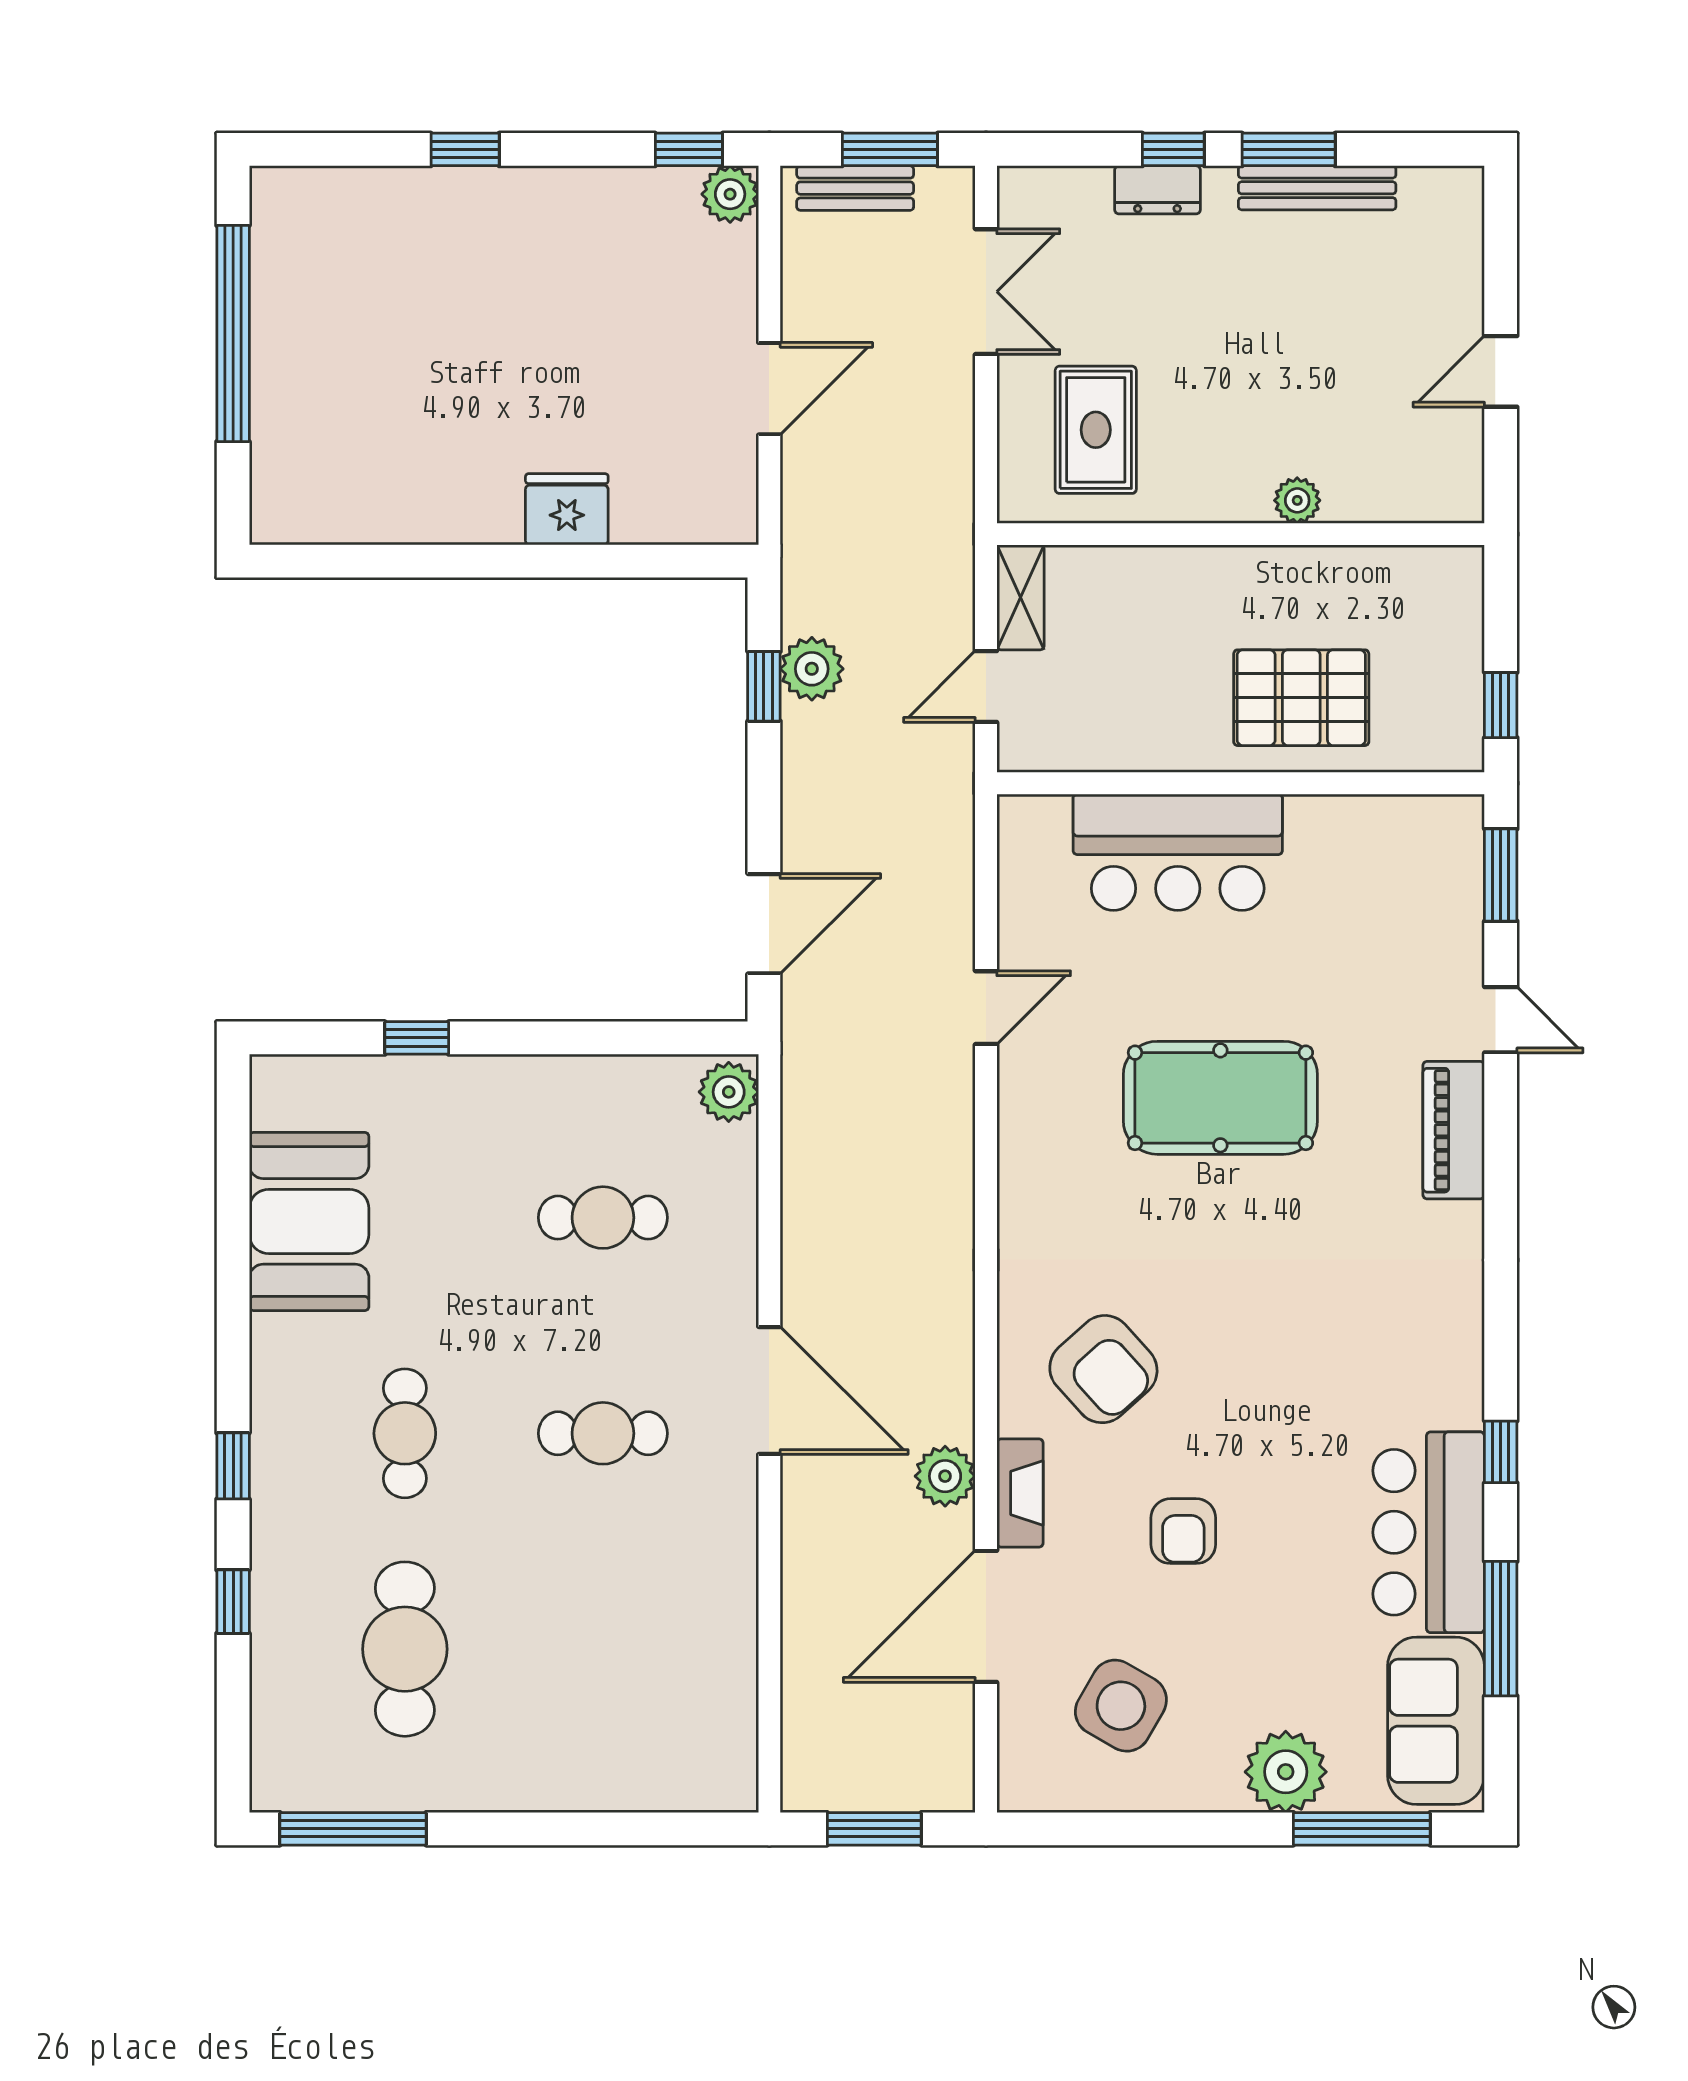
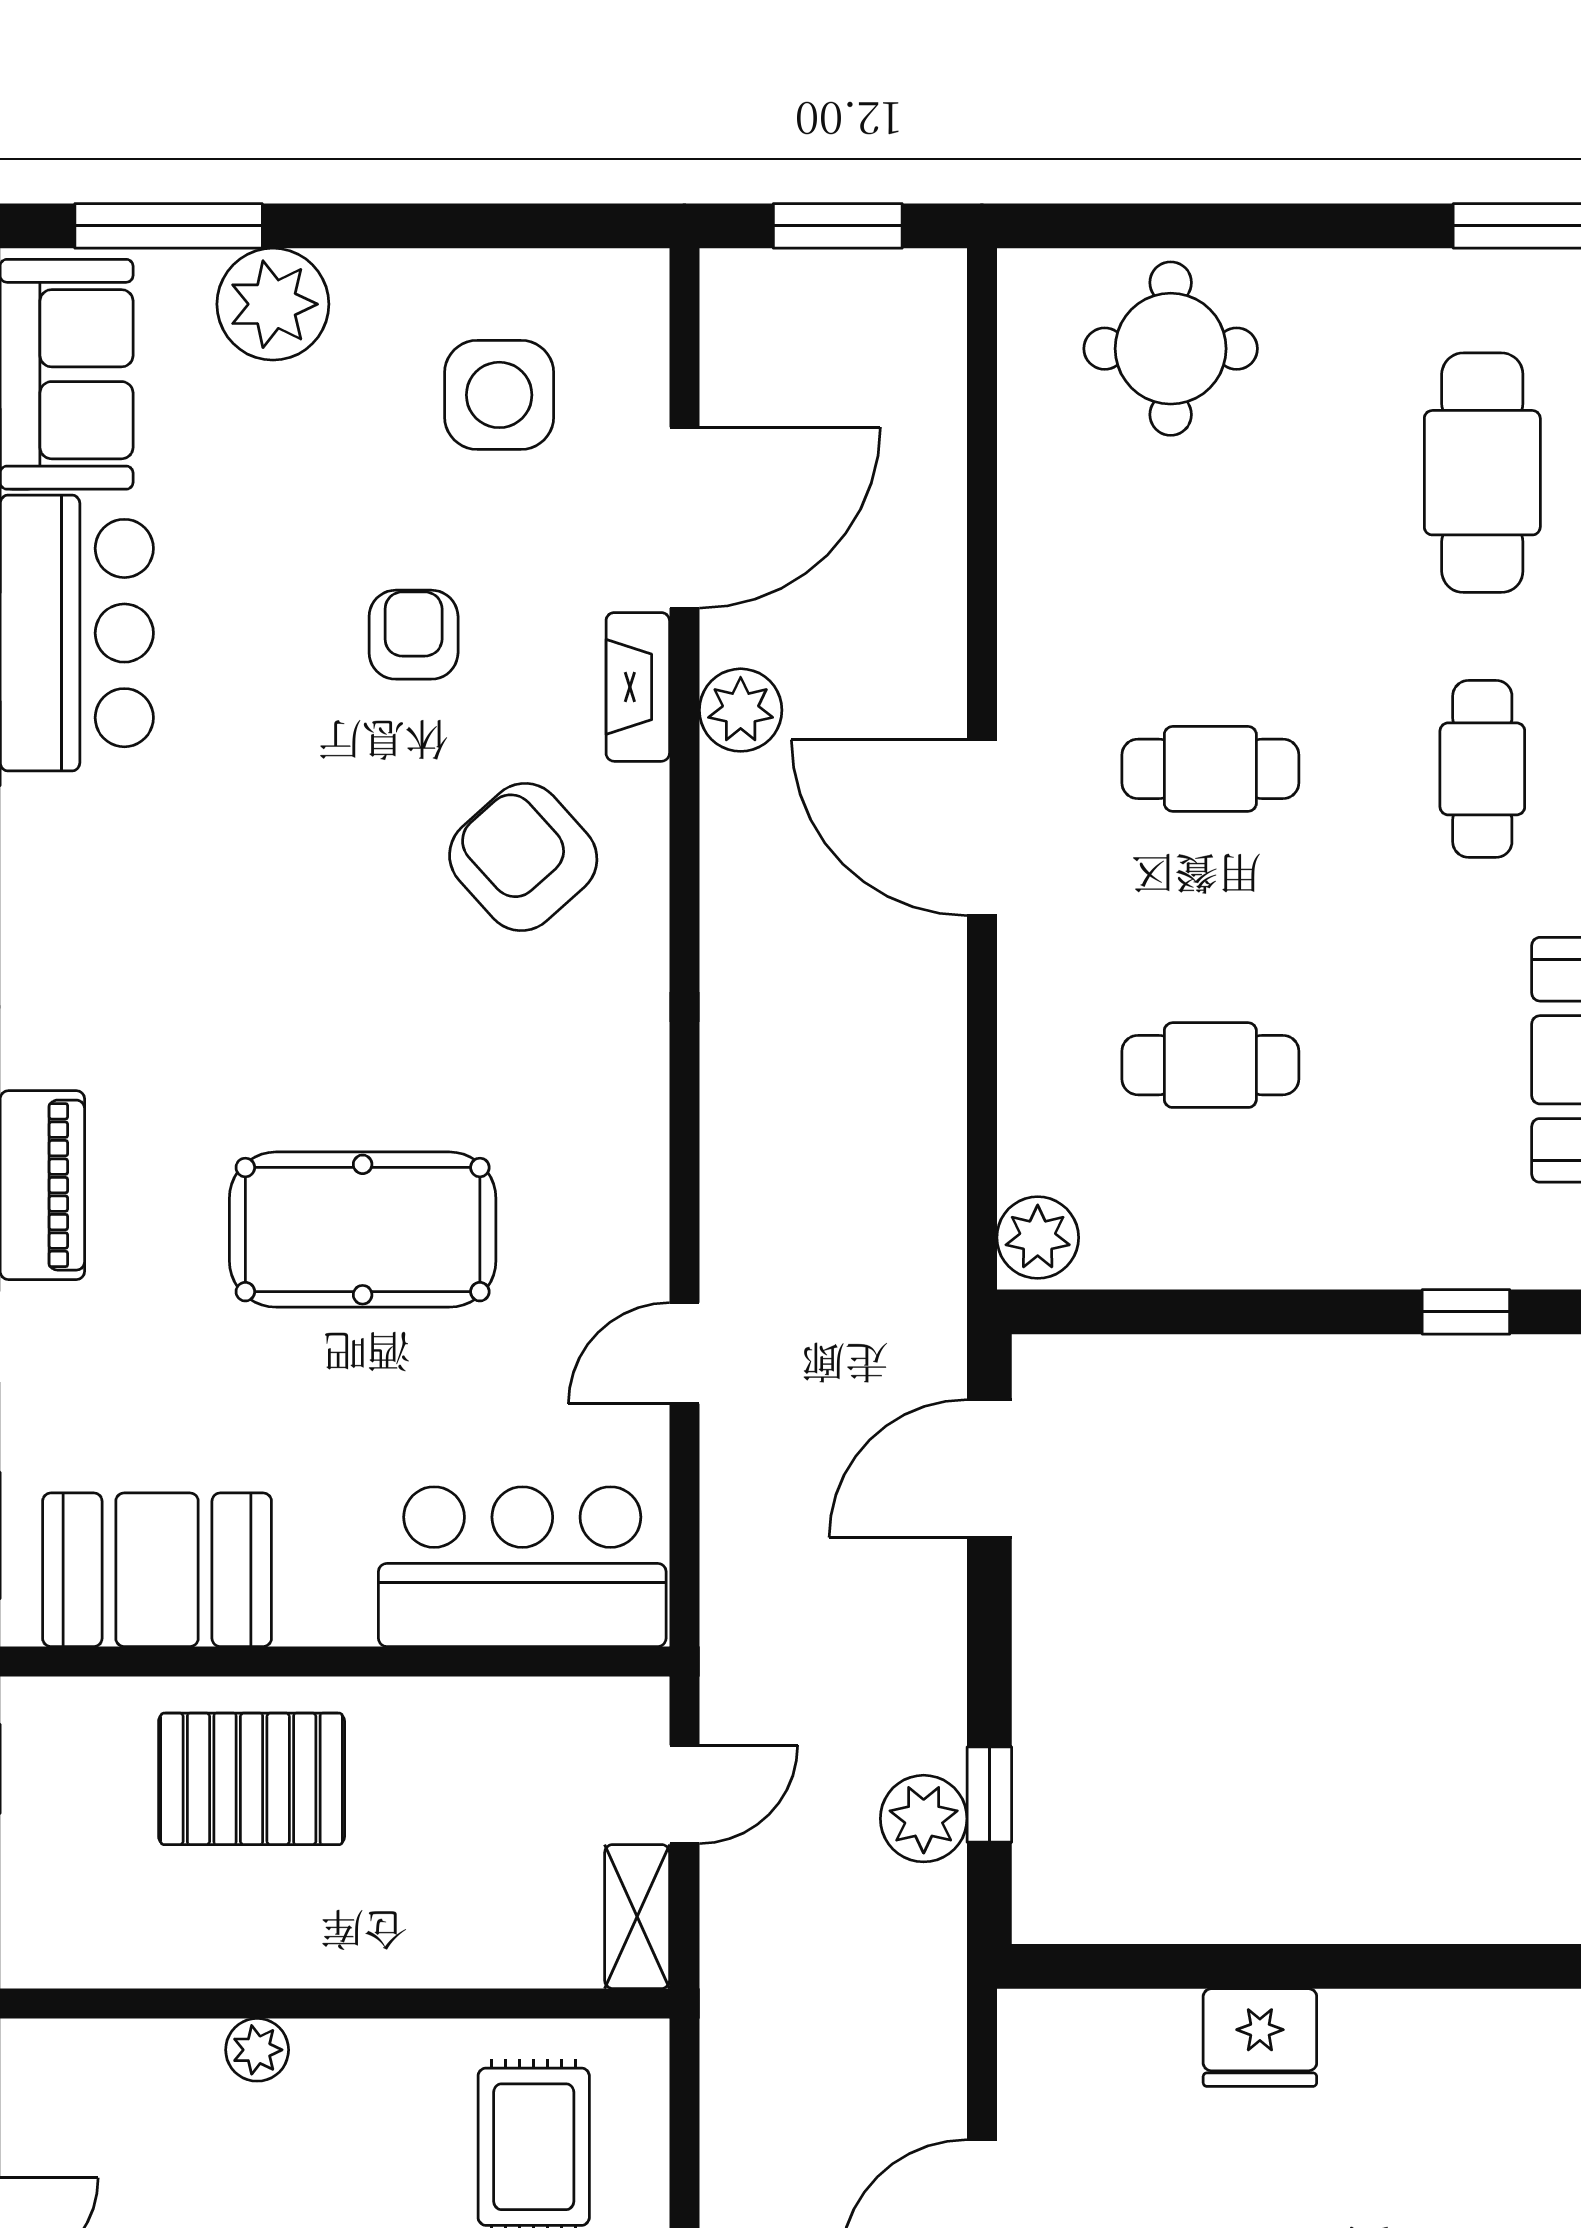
booth: (1370, 850) -> (157, 1570), added
bar counter: (1178, 852) -> (522, 1567), moved
side table: (1121, 1706) -> (499, 395), turned -30
round table: (632, 1739) -> (1171, 349), added

